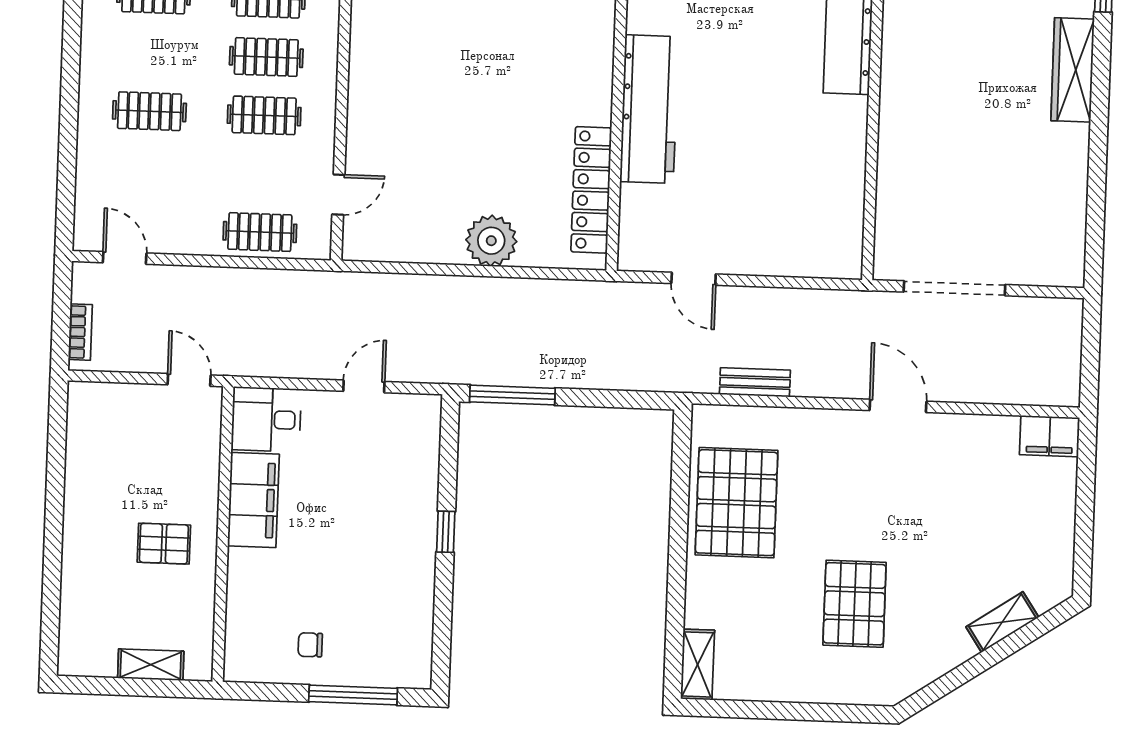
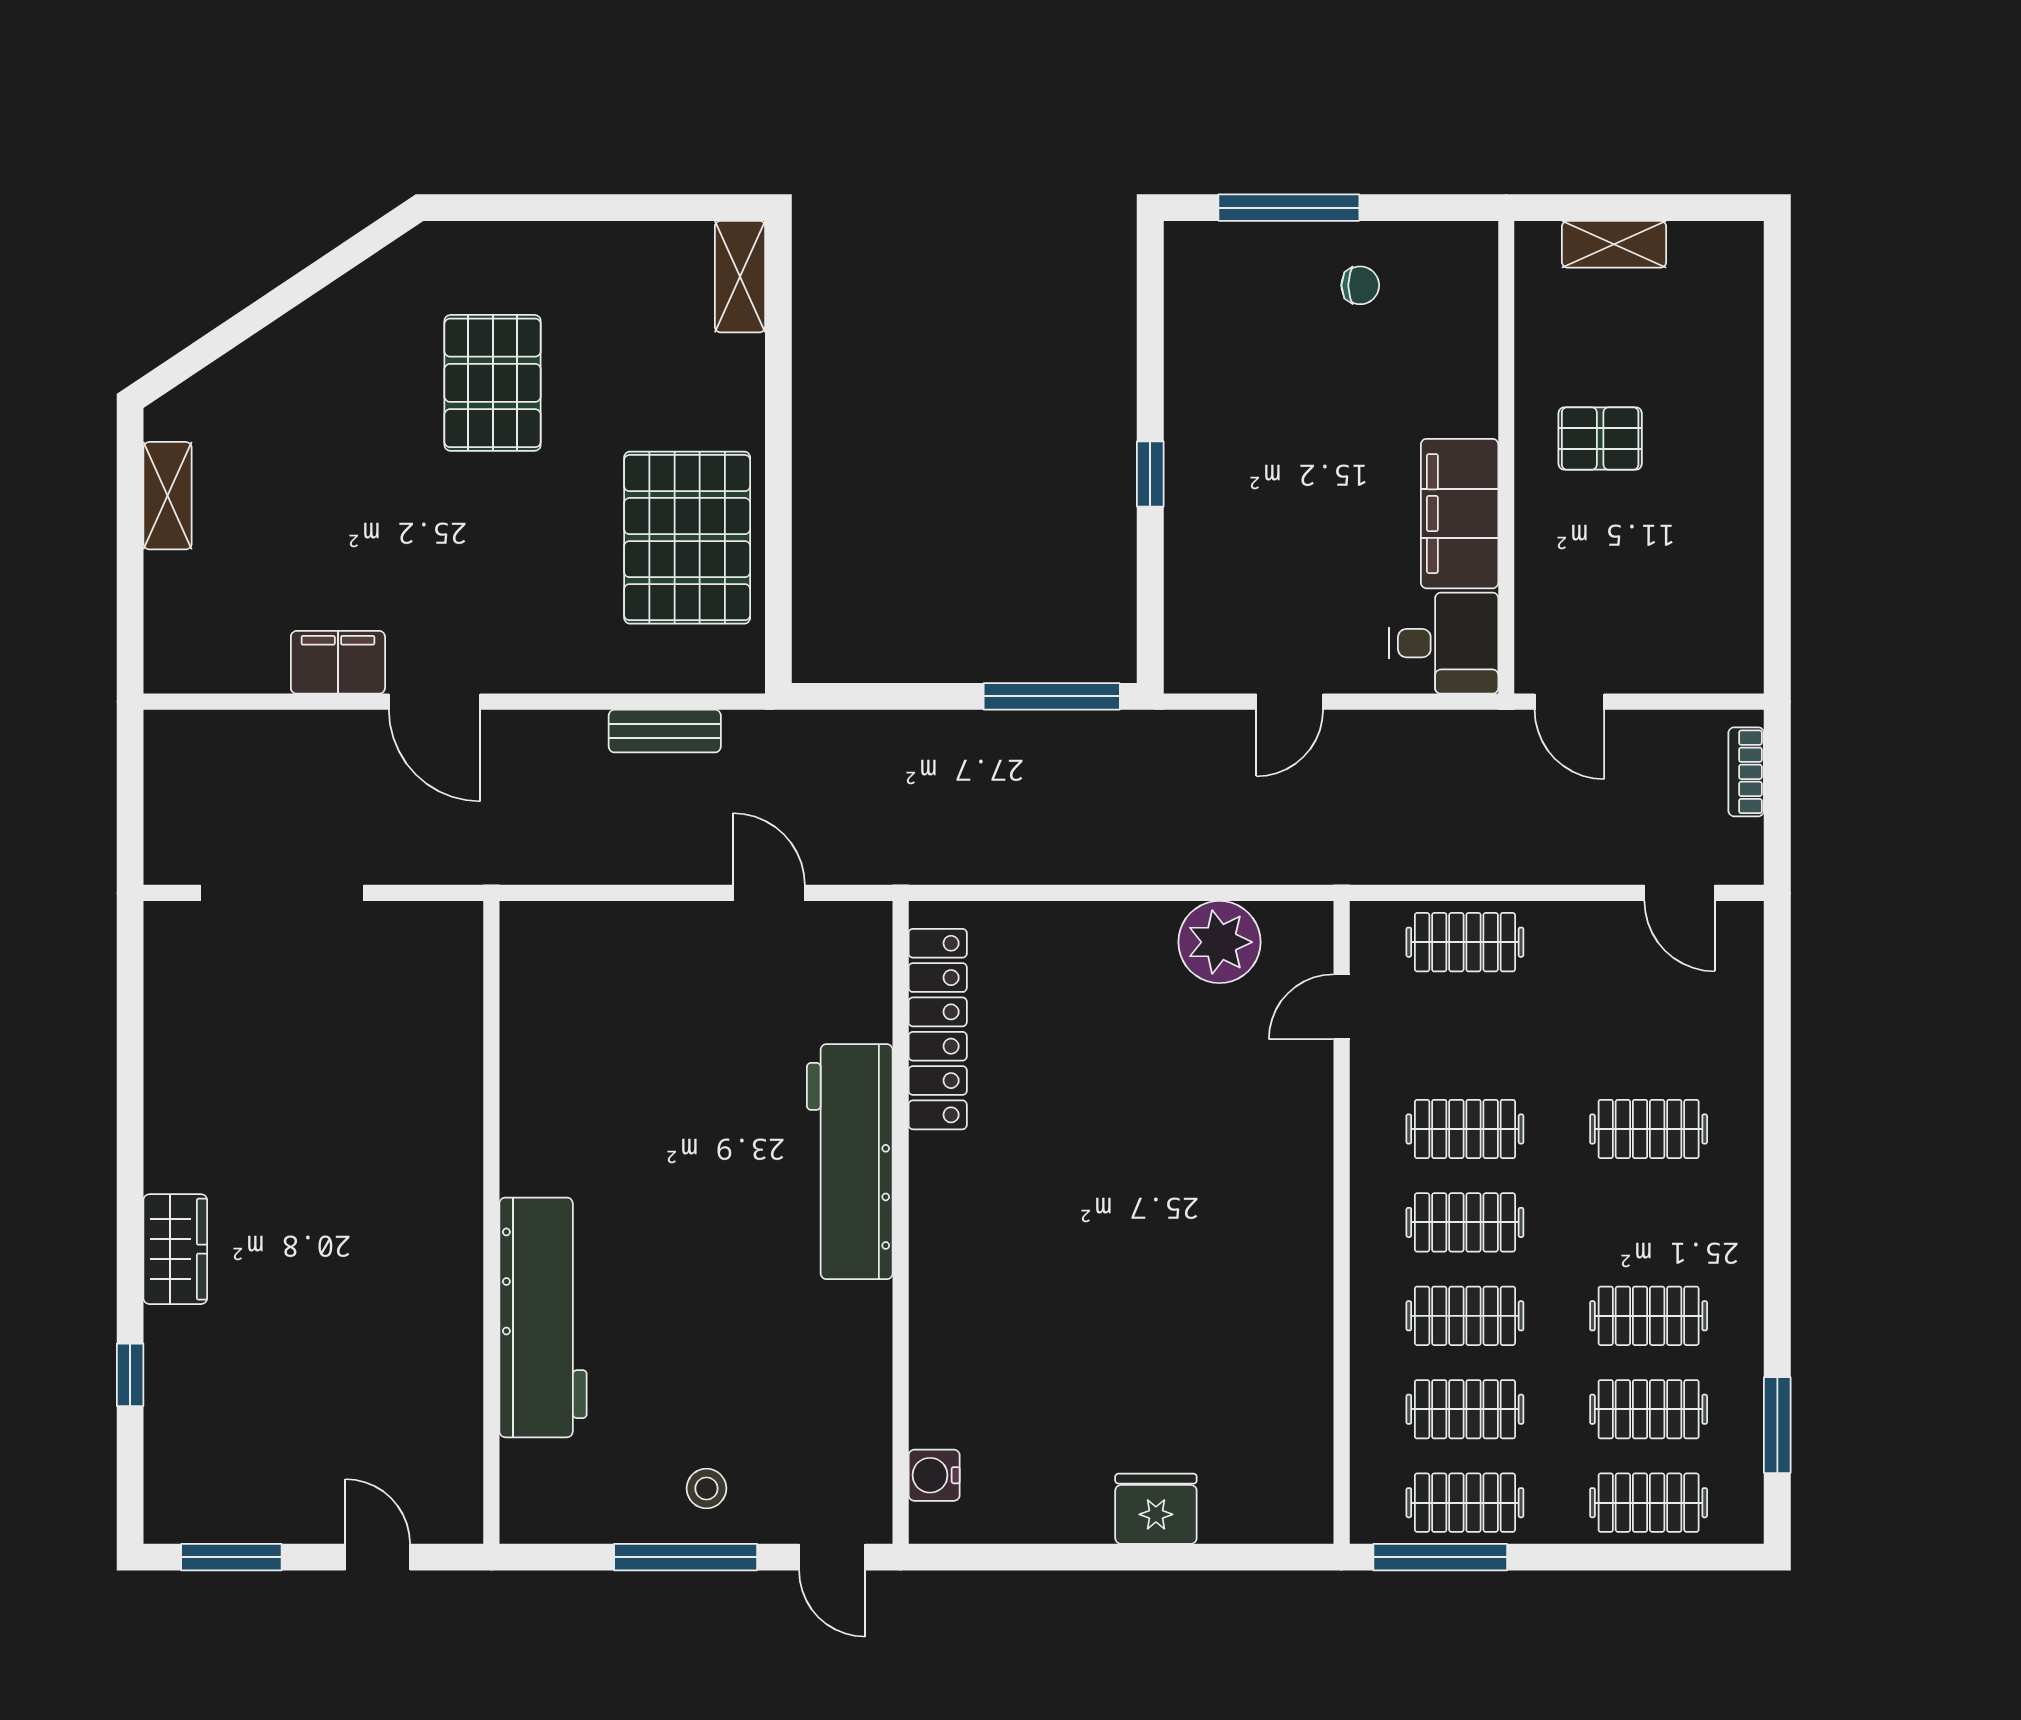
wardrobe: (1073, 70) -> (175, 1249), width x0.67
plant: (491, 241) -> (1219, 942), moved
doorway: (954, 288) -> (282, 893), moved
filing cabinet: (1050, 436) -> (338, 662), moved
shelving: (1002, 622) -> (168, 496), moved, turned -56

